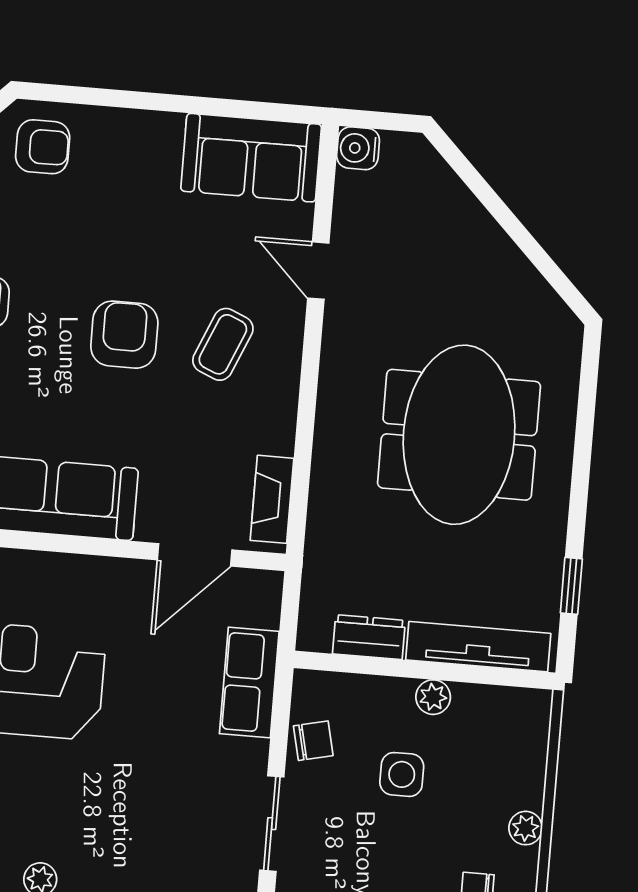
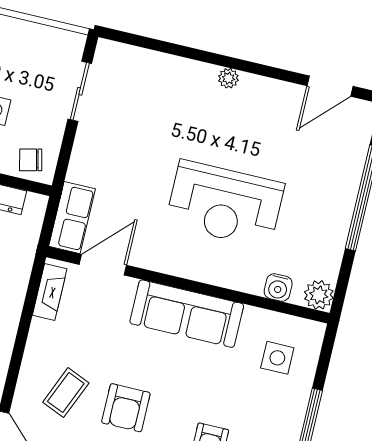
row of seats: (249, 683) -> (72, 218), moved
chair: (313, 741) -> (31, 160), moved

